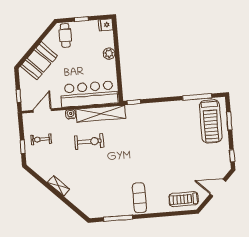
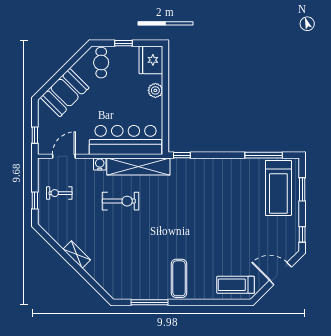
fridge: (106, 25) -> (151, 60), width x1.88, depth x1.34

